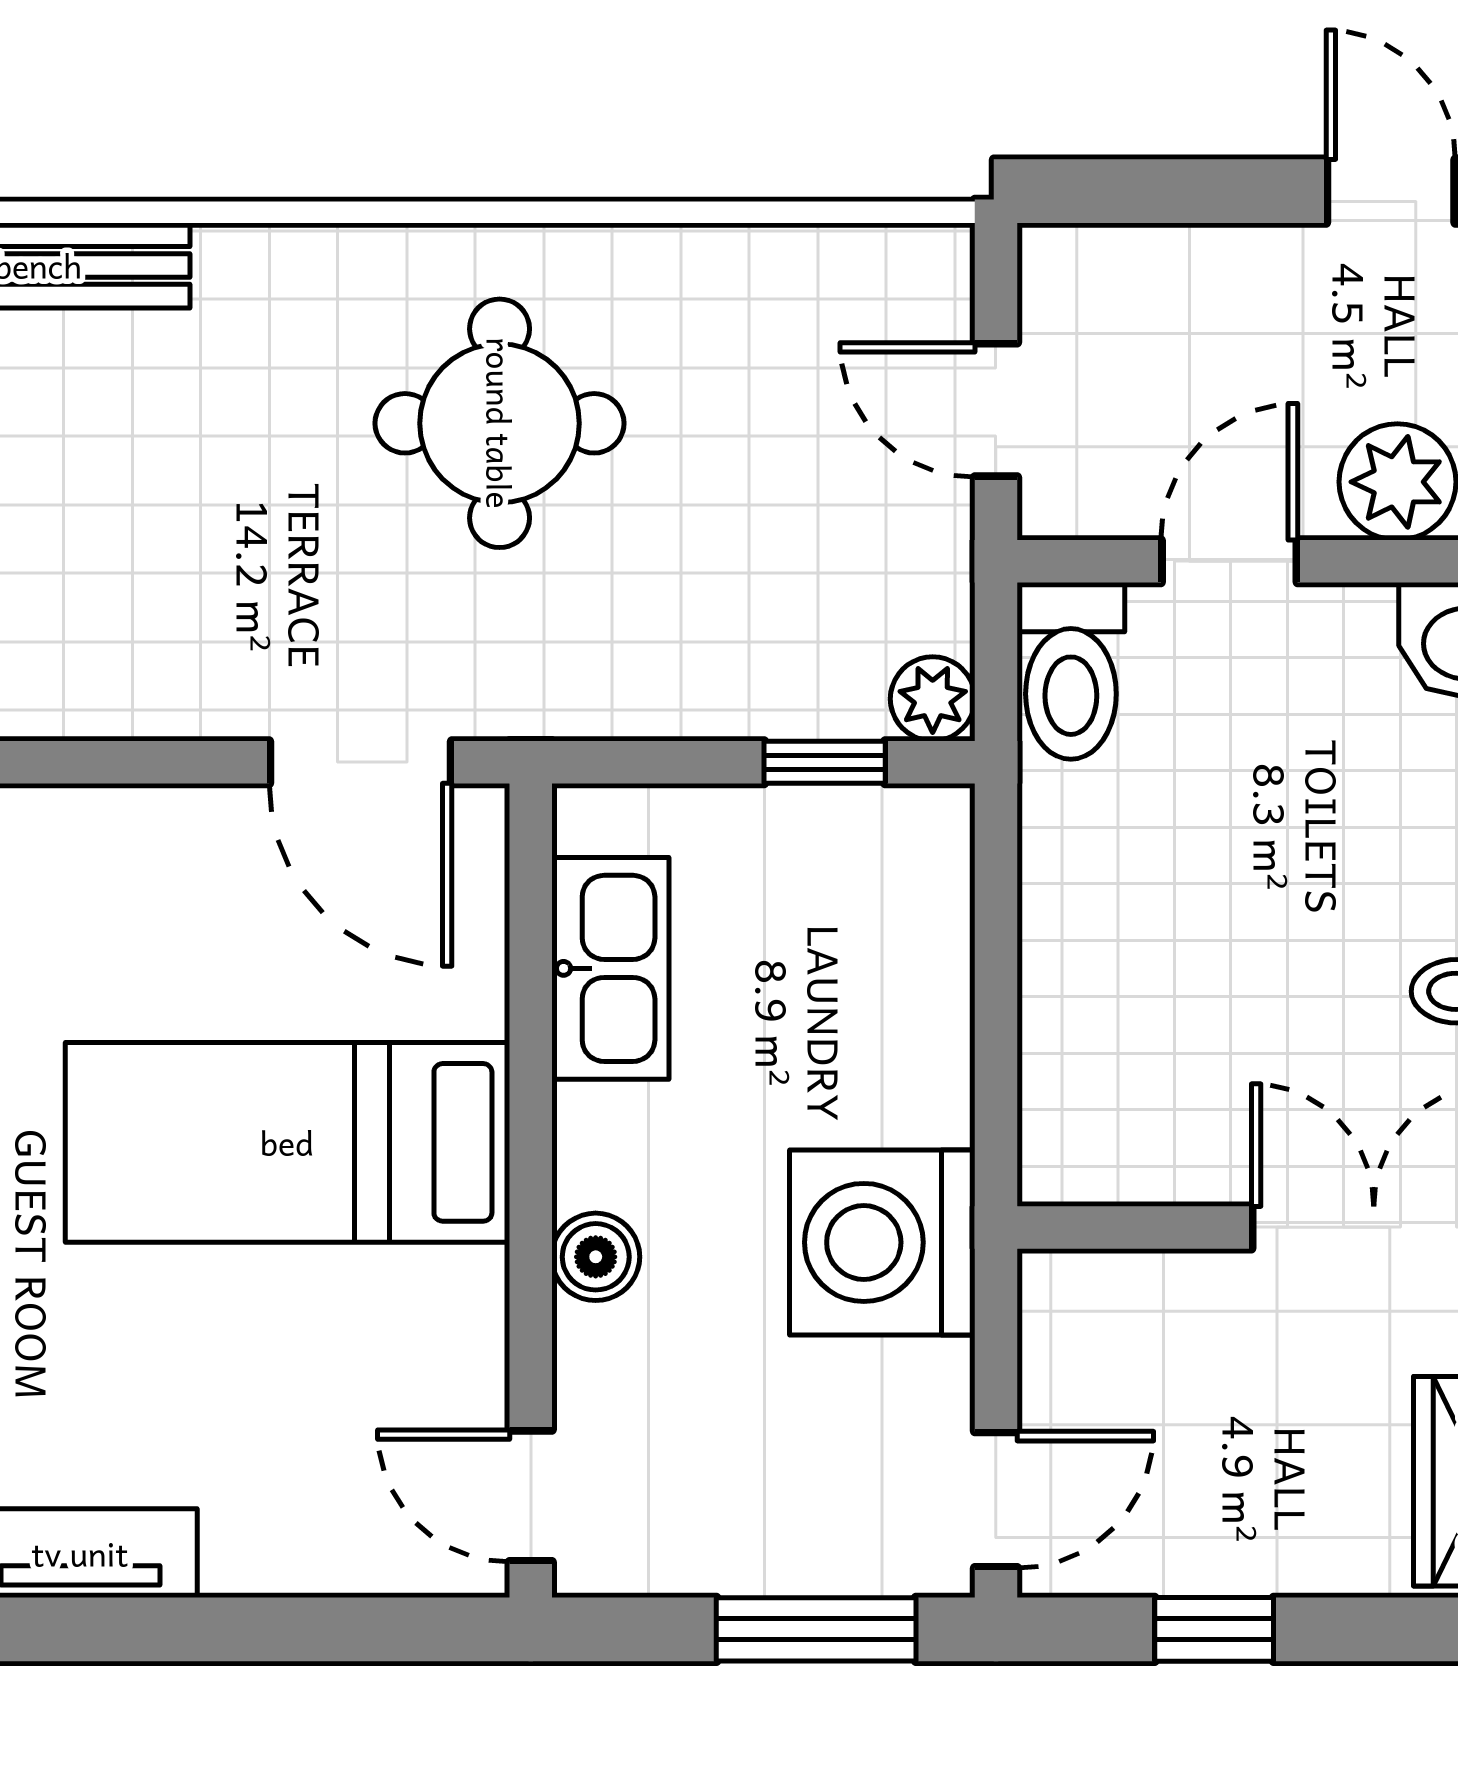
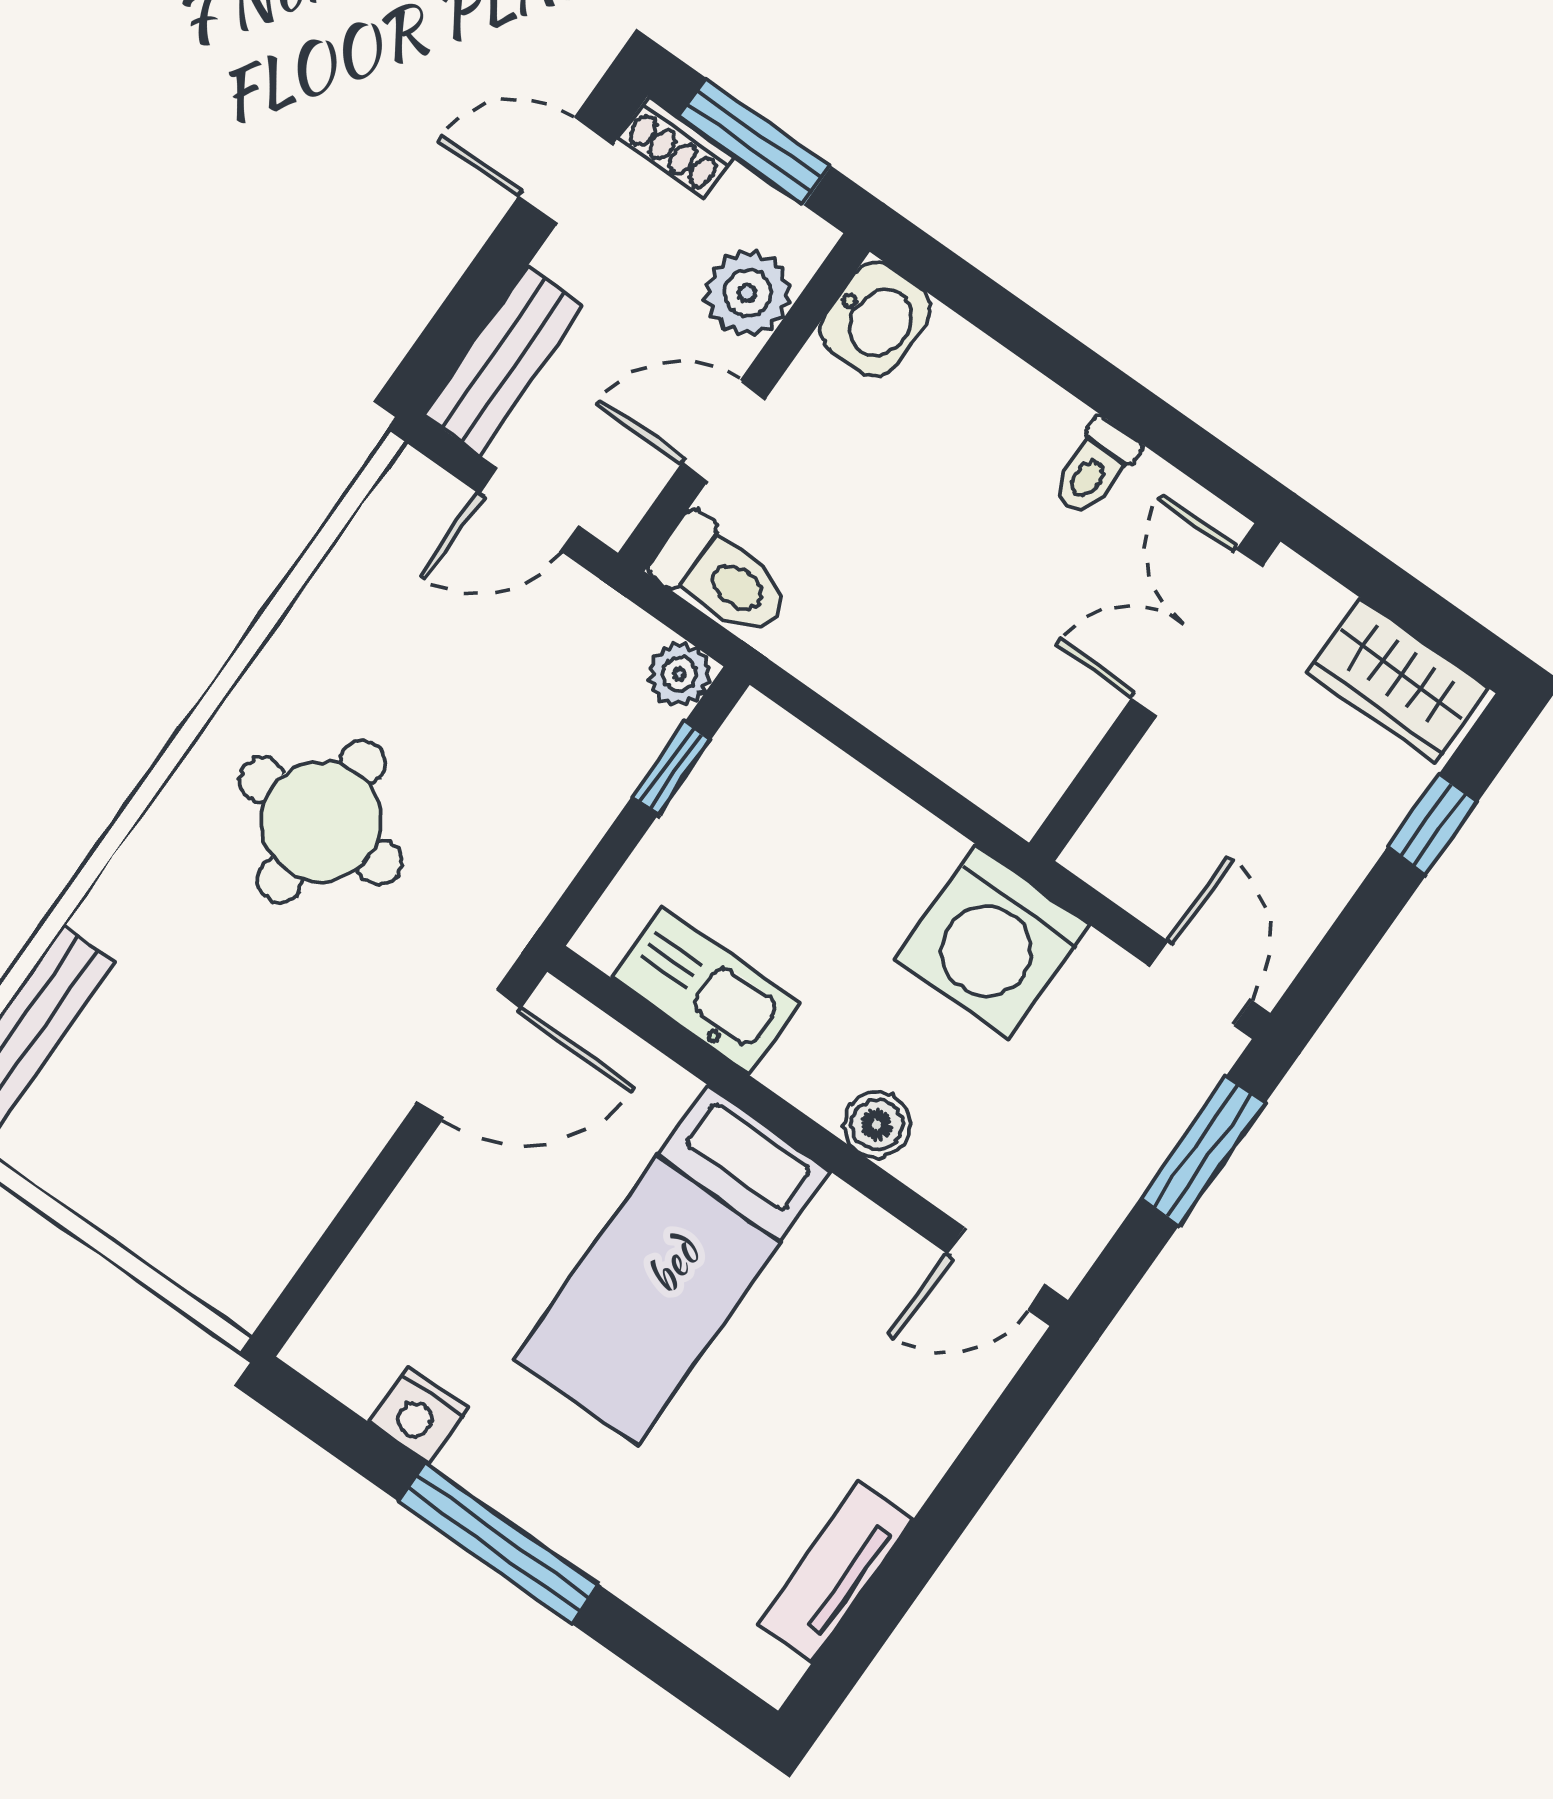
bench: (1138, 269) -> (503, 361), added
door: (1229, 561) -> (723, 431), hinge flipped
window: (1214, 1629) -> (1432, 825), moved

